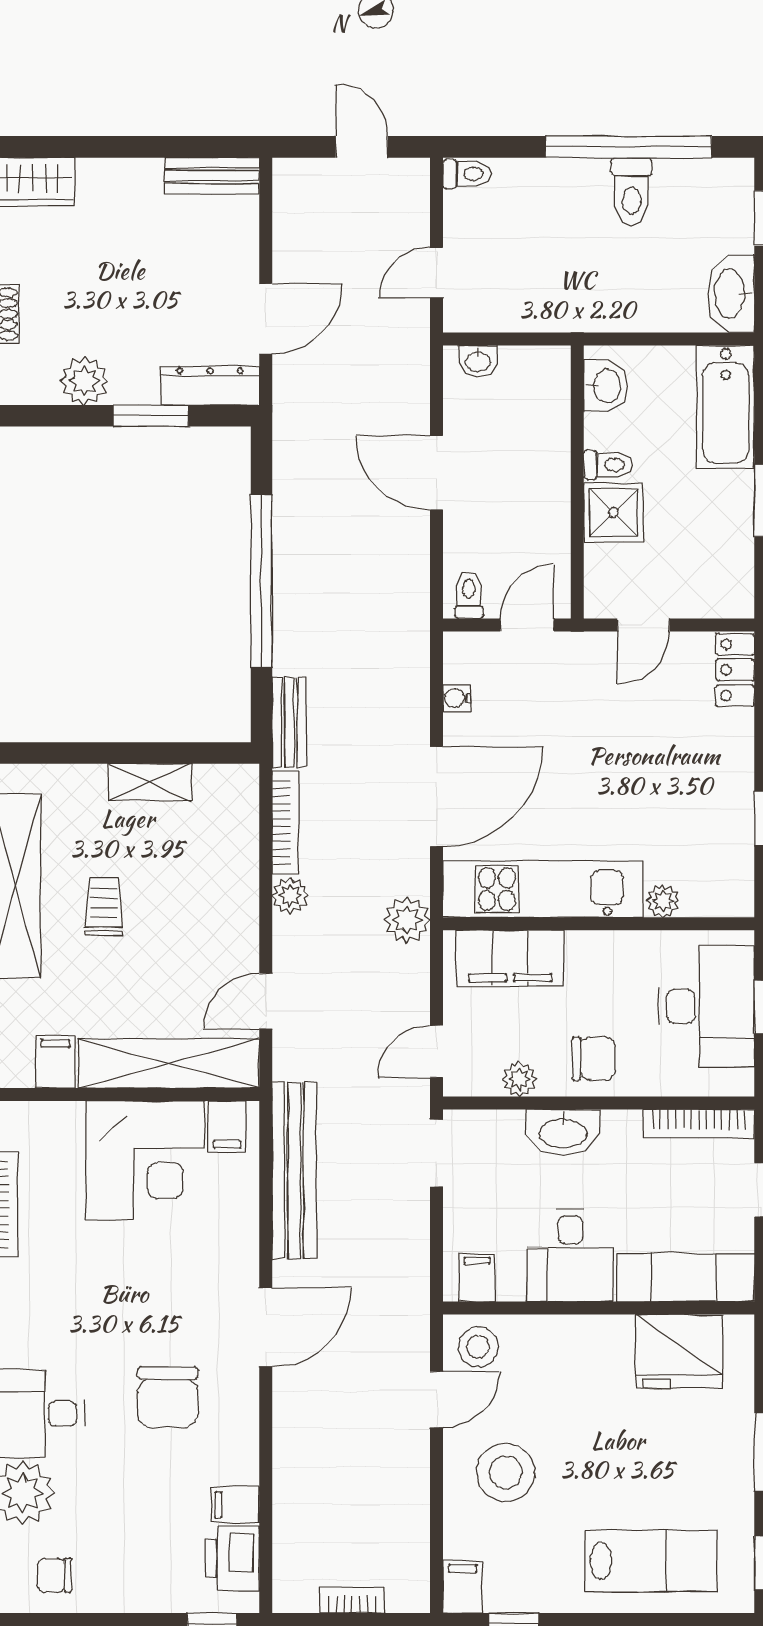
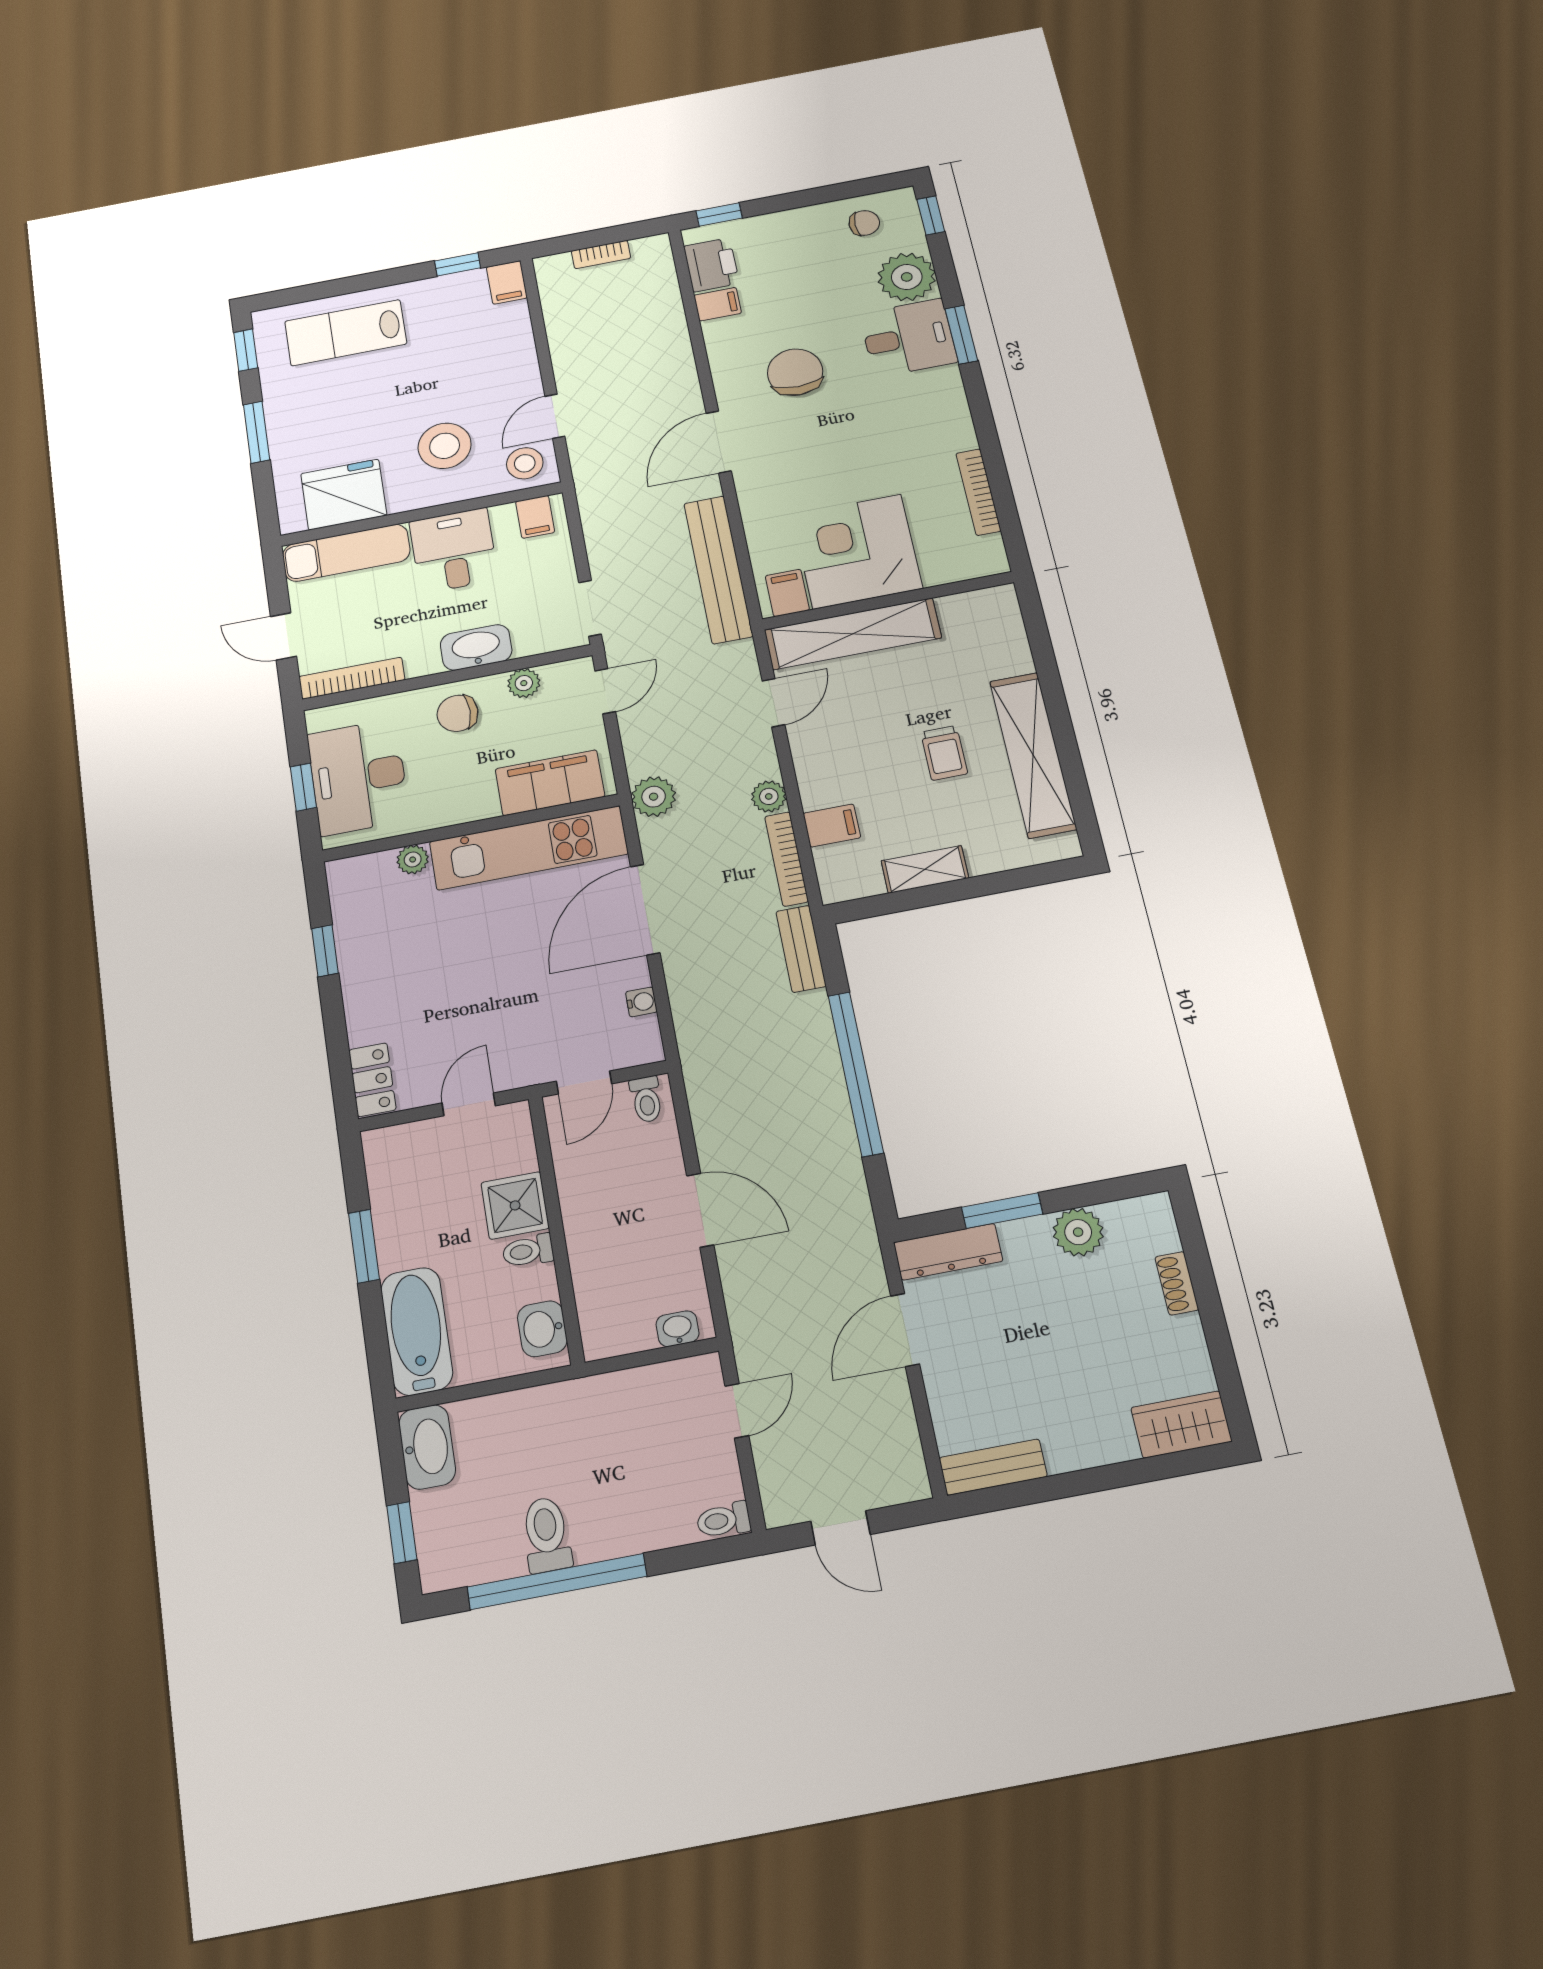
filing cabinet: (55, 1062) -> (832, 825), moved, turned -90
stool: (506, 1472) -> (445, 446), moved

